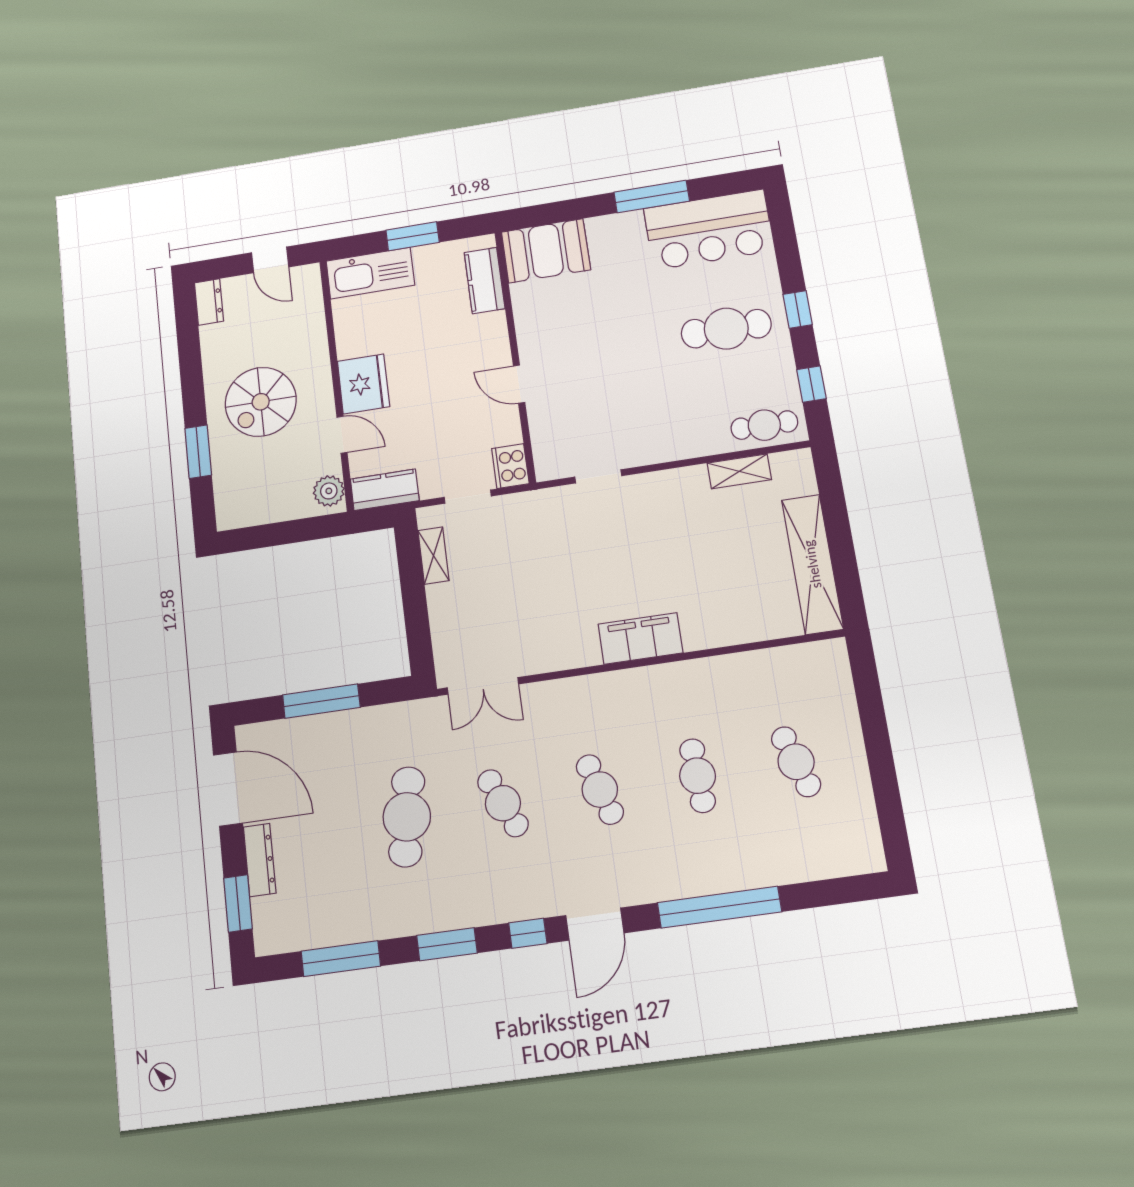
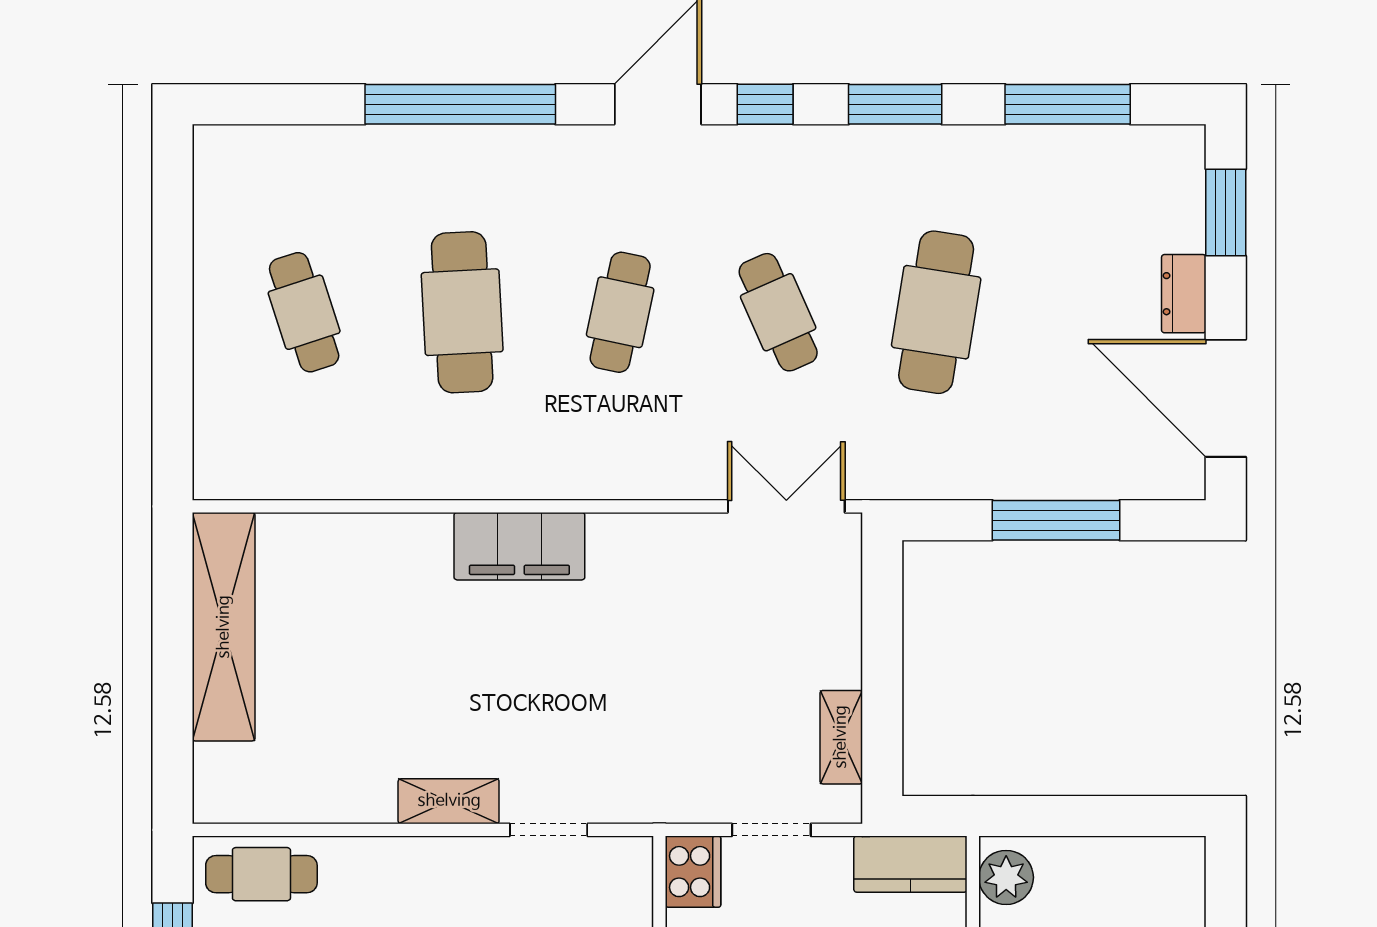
shelving: (739, 471) -> (449, 801), moved
cafe table: (698, 776) -> (462, 312), width x1.37, depth x1.35
cafe table: (600, 789) -> (620, 312), turned 30
dresser: (260, 860) -> (1184, 294), width x0.70

